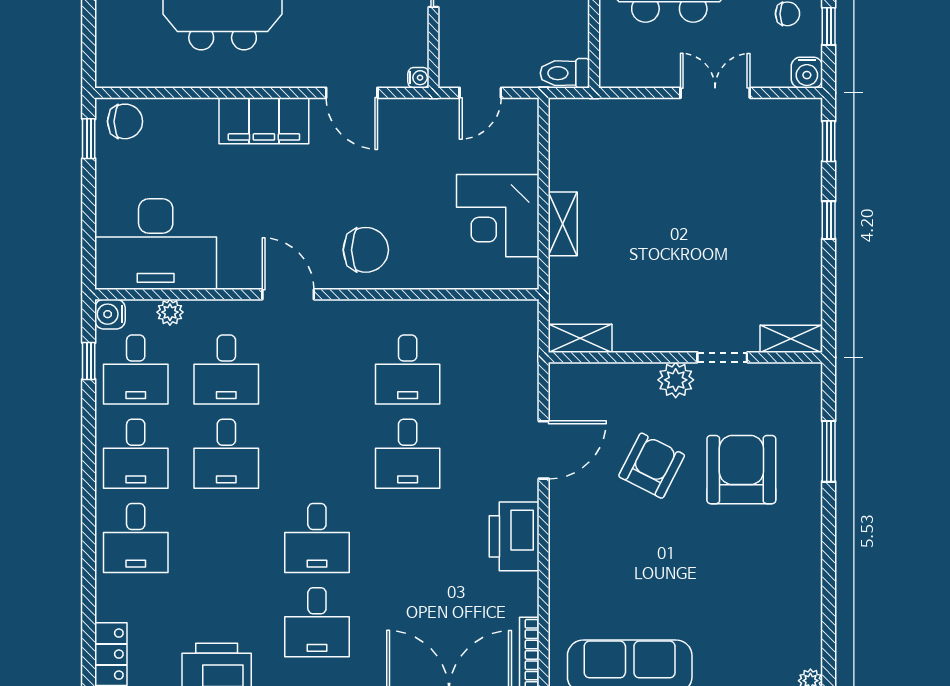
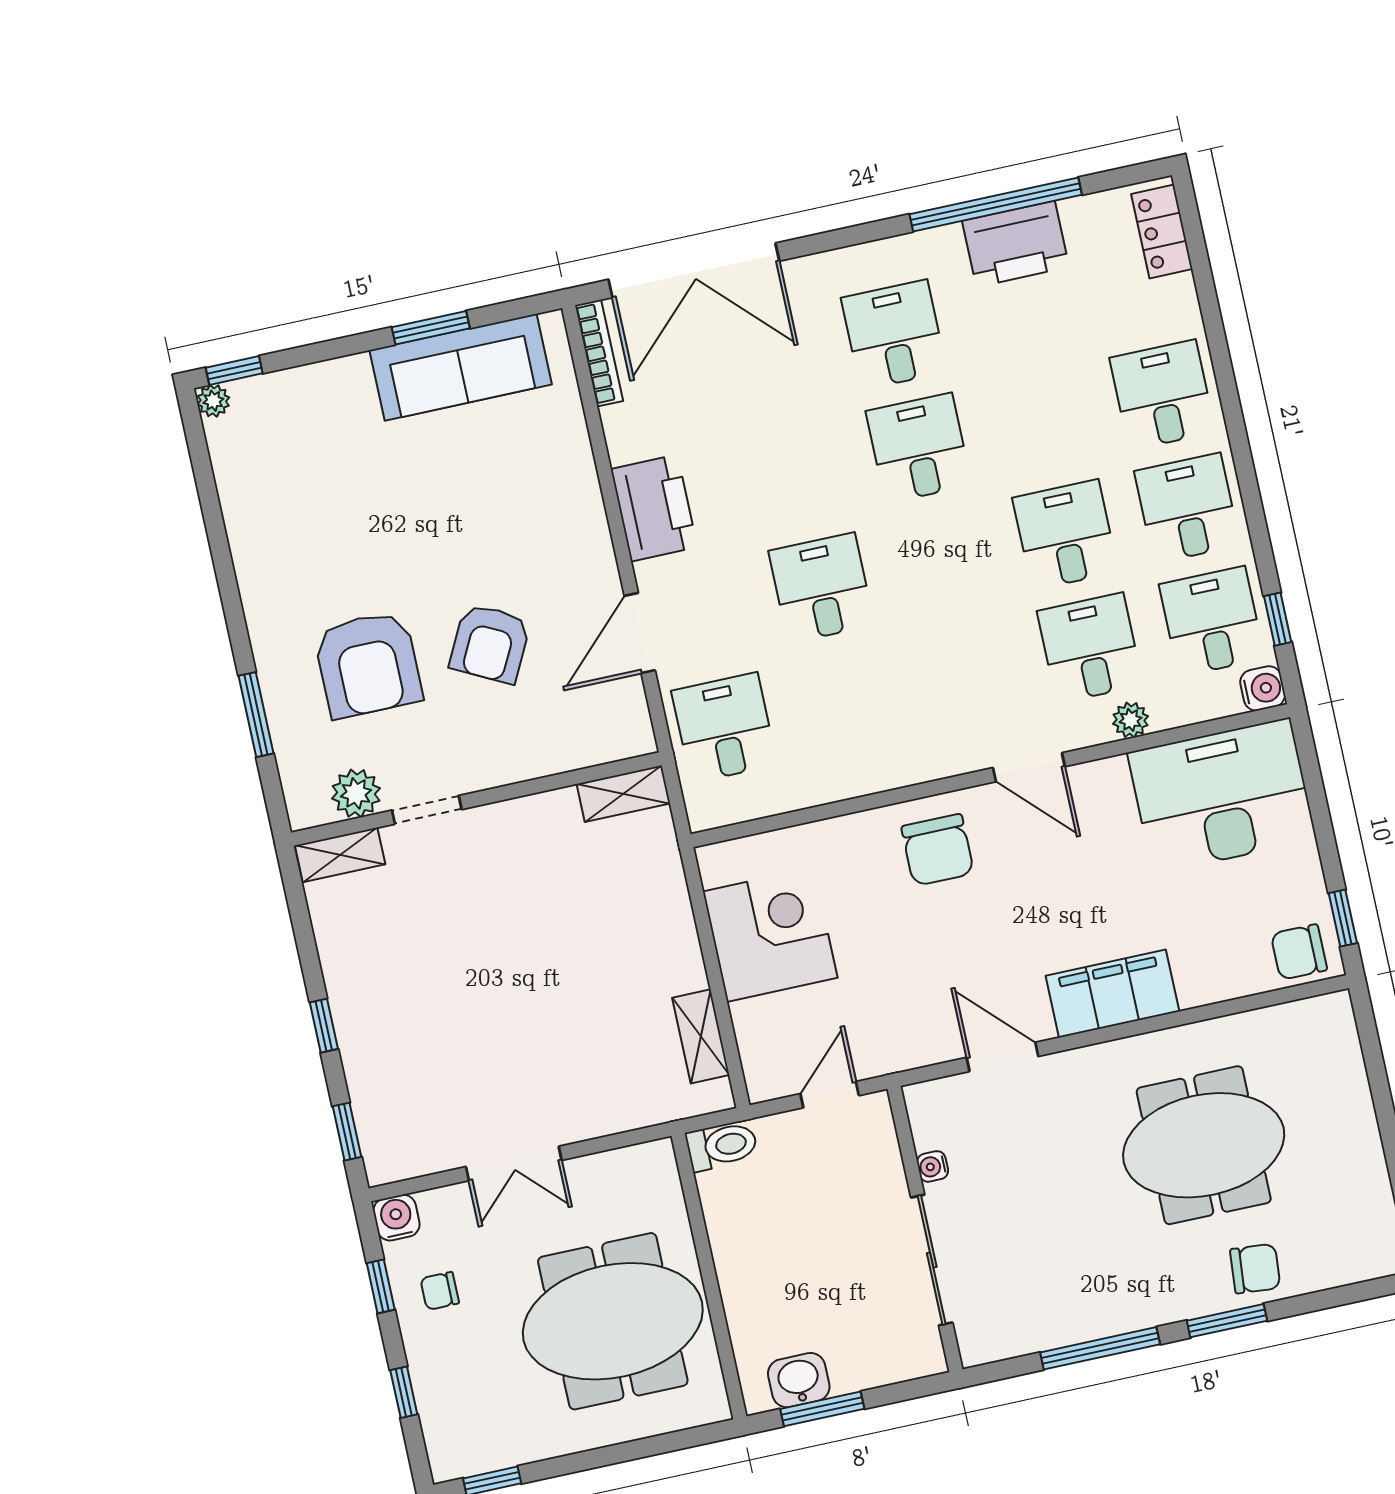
water cooler: (418, 78) -> (933, 1166), moved
shelving: (563, 224) -> (701, 1036), moved
chair: (366, 250) -> (938, 850), turned -90
plant: (170, 312) -> (1131, 720), moved
desk: (408, 370) -> (724, 728), moved
plant: (676, 380) -> (356, 793), moved

